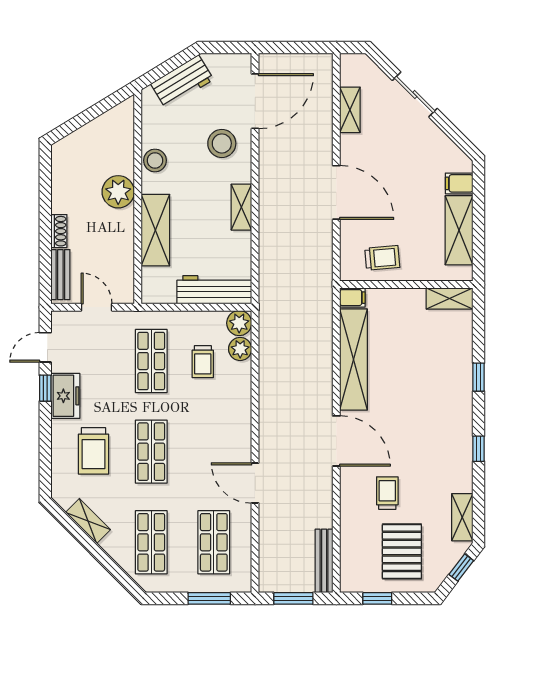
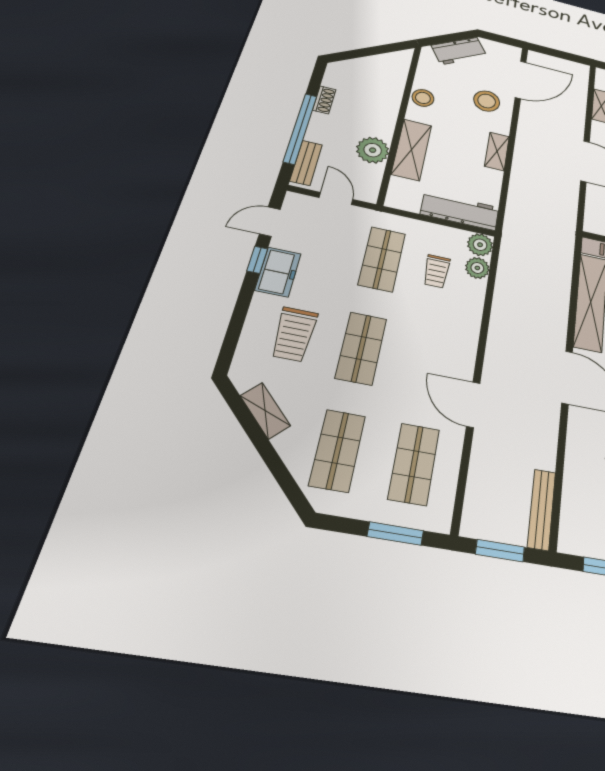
plant: (118, 192) -> (373, 150), moved
shoe rack: (59, 231) -> (324, 100), moved
window: (45, 236) -> (300, 128), added

